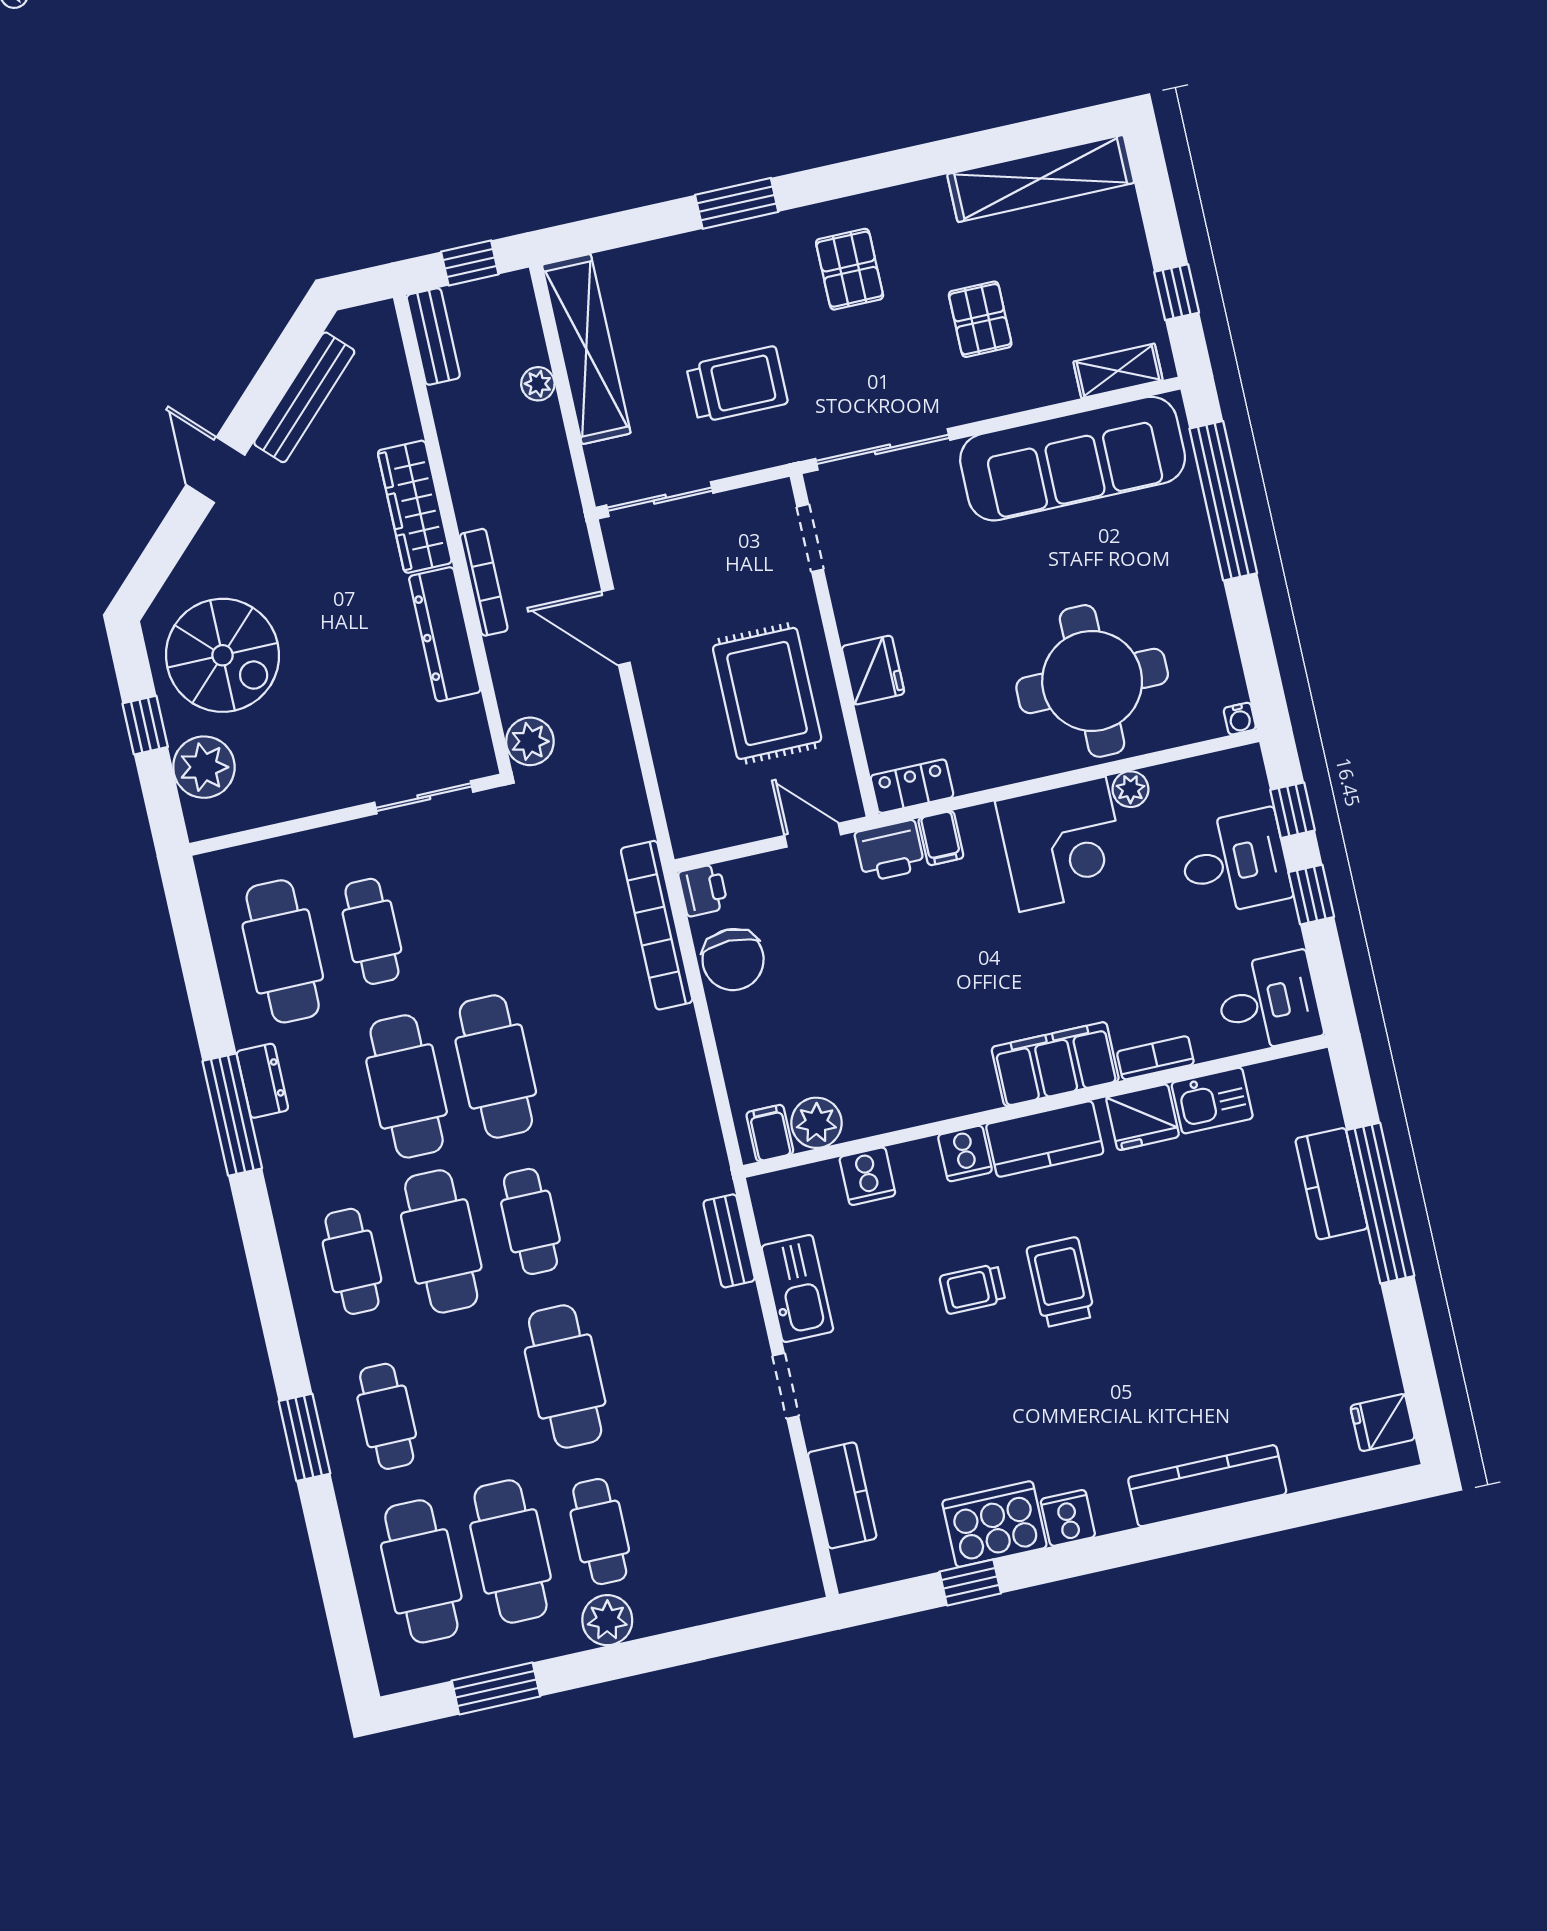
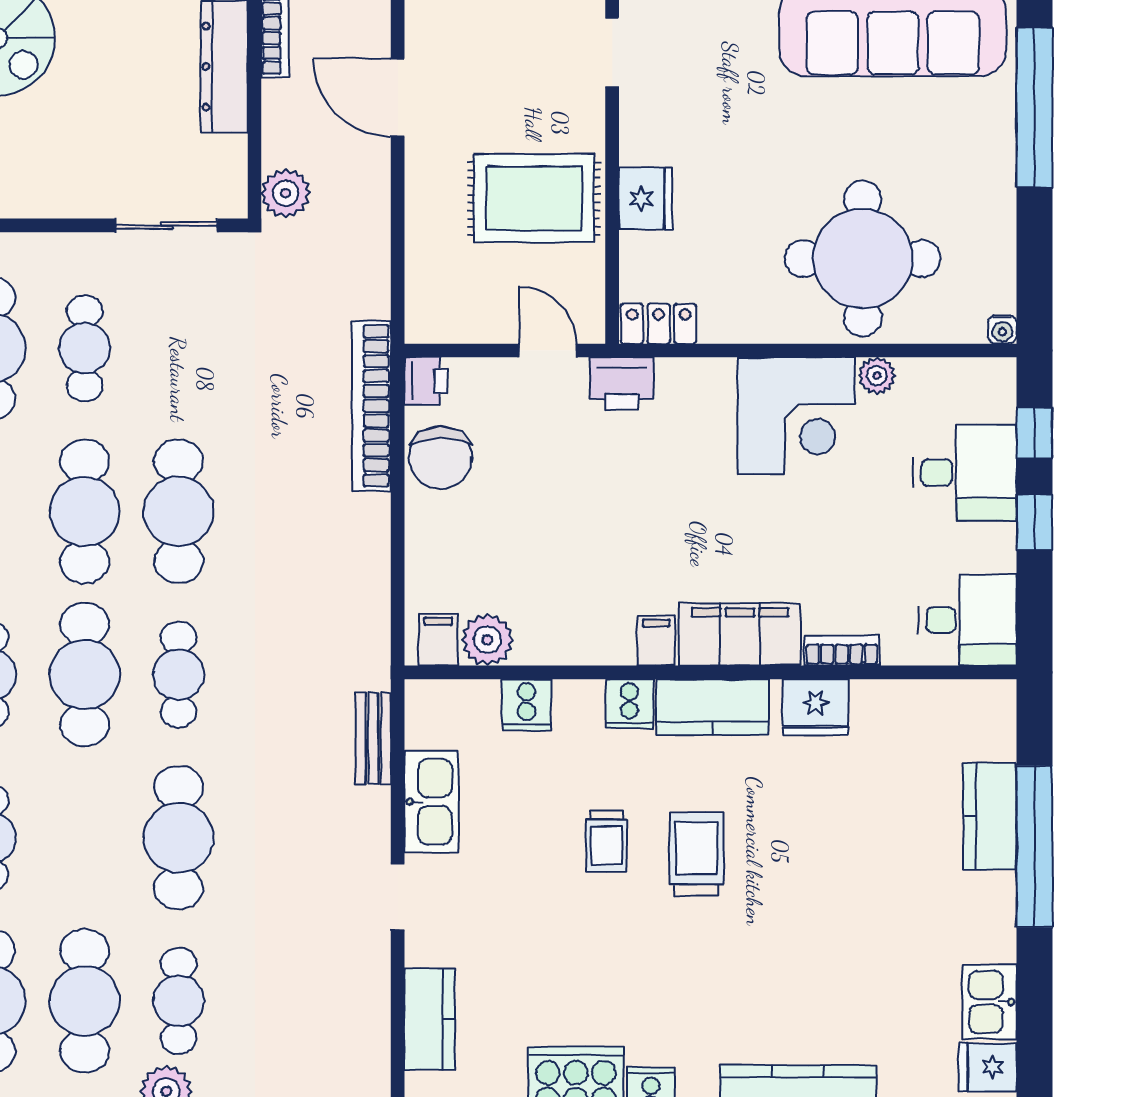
rug: (767, 693) -> (534, 198), turned 90
filing cabinet: (941, 838) -> (656, 641), moved, turned 180
kitchen sink: (1212, 1101) -> (990, 1002), moved, turned 90
trolley: (972, 1289) -> (606, 841), turned -90

